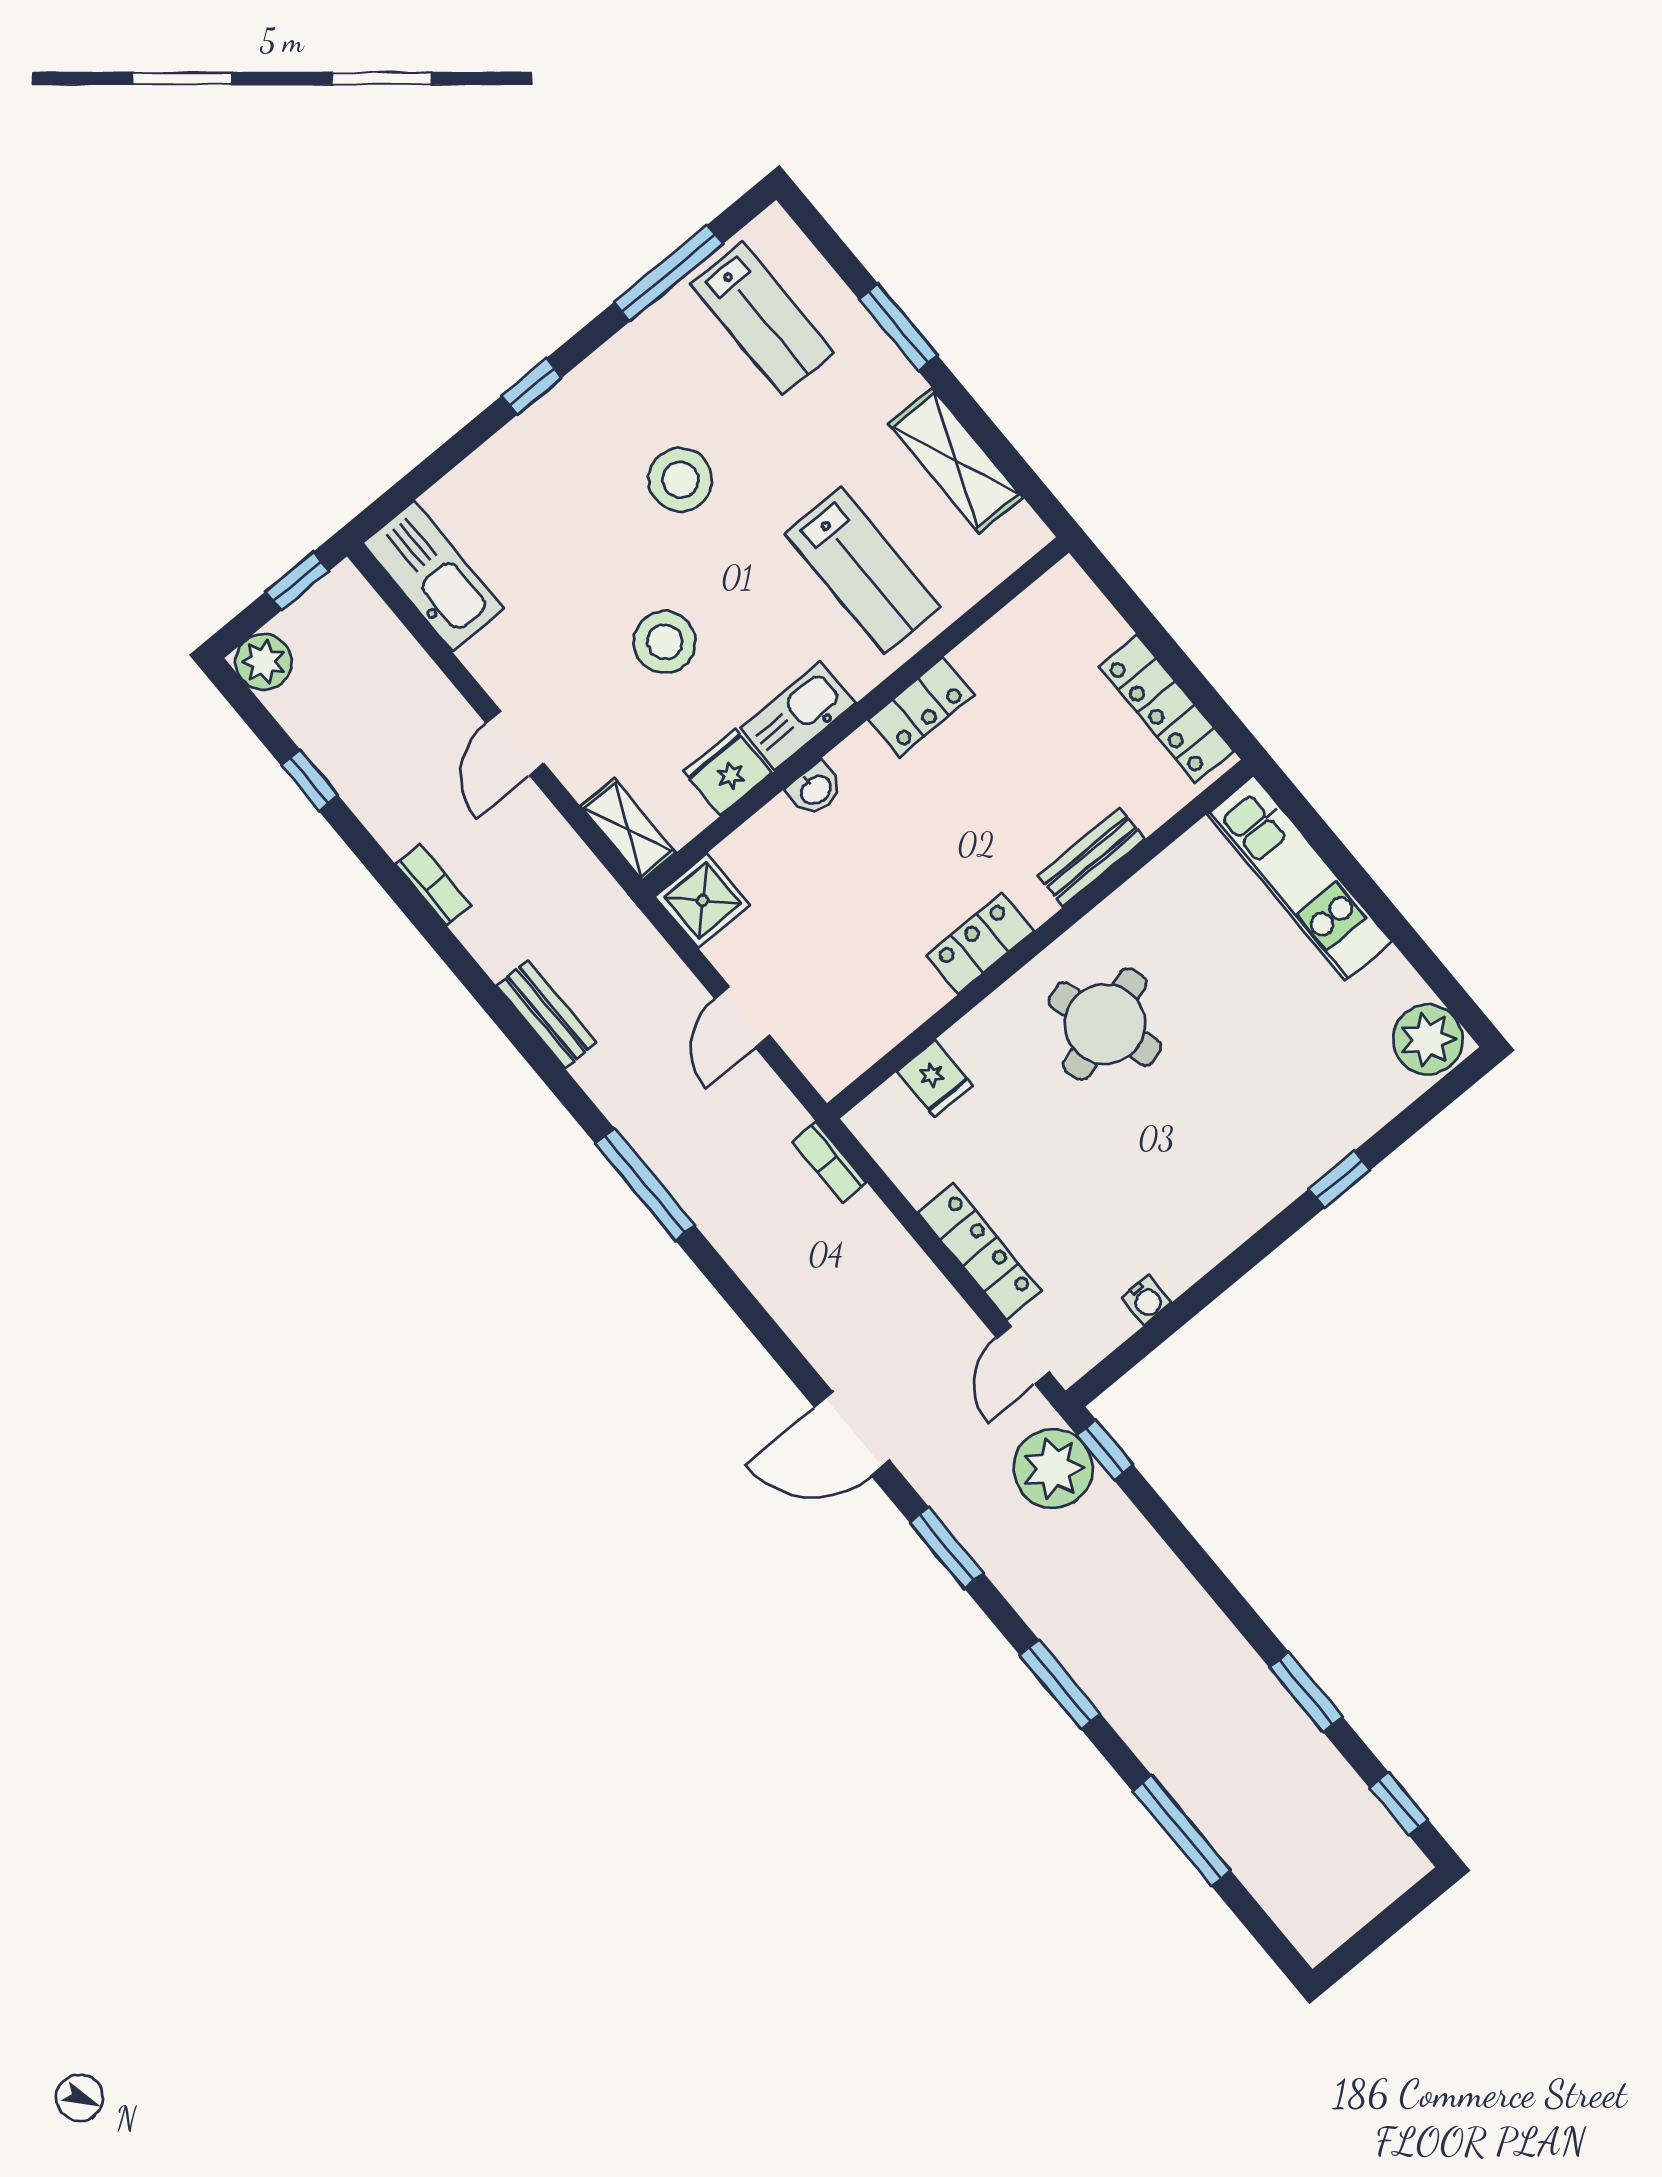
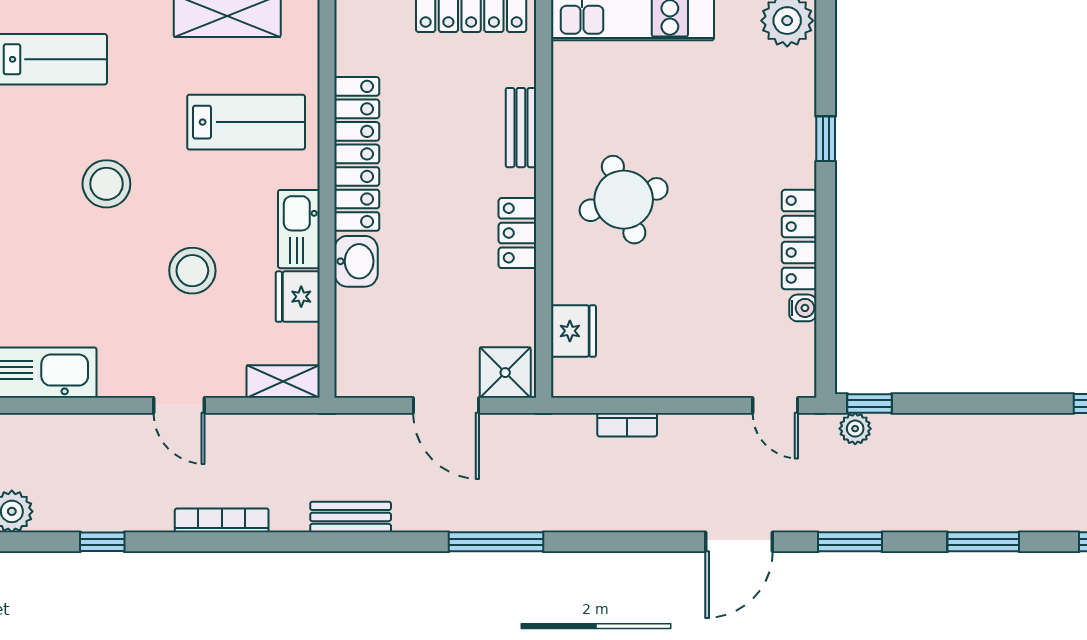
locker: (921, 707) -> (357, 154), width x2.16, depth x1.21
washbasin: (815, 789) -> (356, 261), width x1.38, depth x1.45
bookcase: (433, 885) -> (222, 520), width x1.56
shower: (703, 901) -> (505, 373), moved
door: (742, 1017) -> (446, 405), width x1.38
fridge: (935, 1078) -> (573, 331), width x1.38
bookcase: (829, 1162) -> (627, 425), moved
locker: (980, 1251) -> (799, 240), moved, turned -90
plant: (1053, 1468) -> (855, 429), width x0.53, depth x0.53

